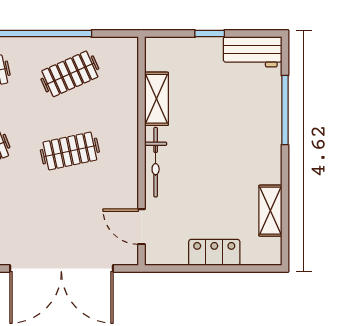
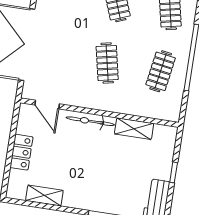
clothes rail: (70, 74) -> (161, 71), turned 33
door: (141, 227) -> (47, 104), swing flipped

